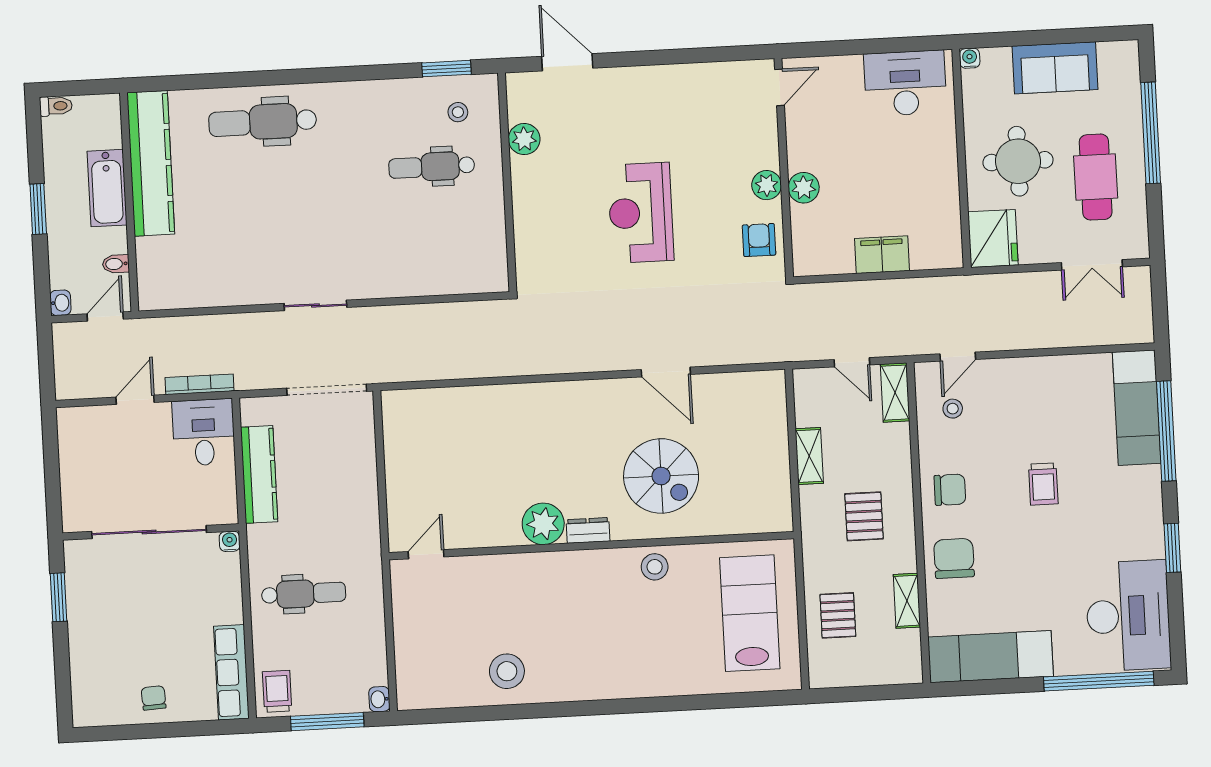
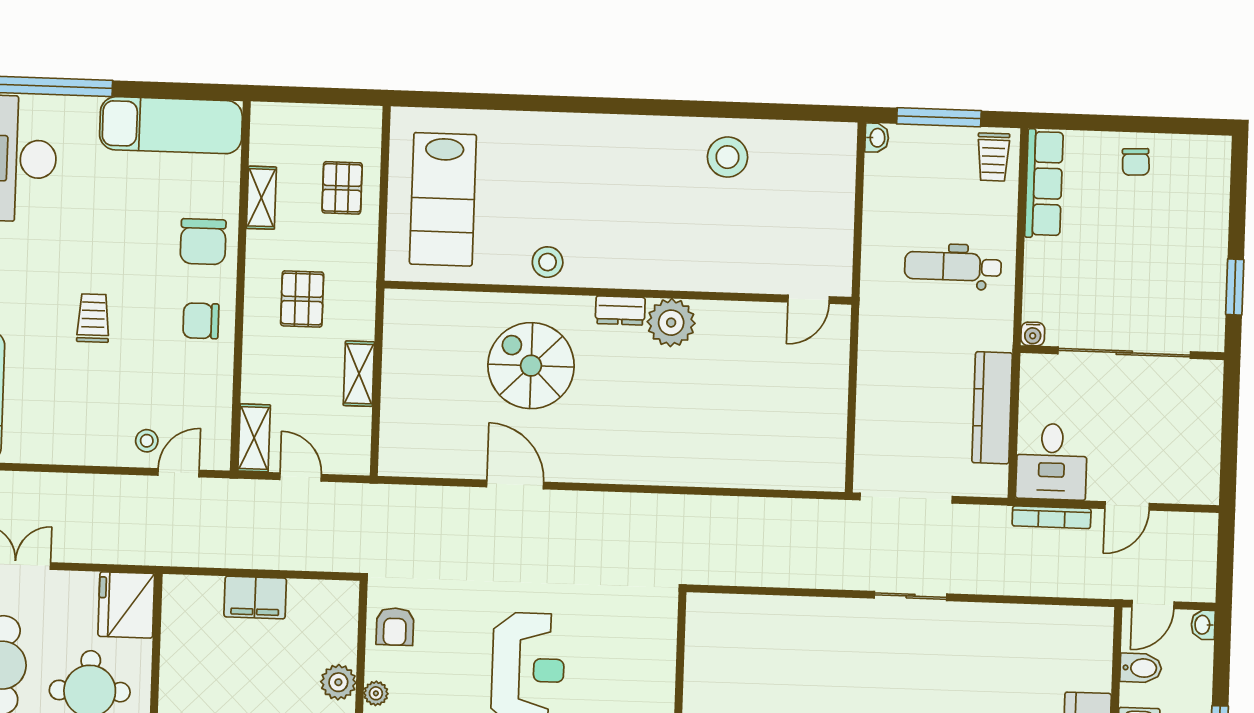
plant: (767, 185) -> (376, 693), width x0.73, depth x0.73
bidet: (116, 264) -> (1141, 668), width x1.38, depth x1.36
stool: (953, 409) -> (147, 441), moved

